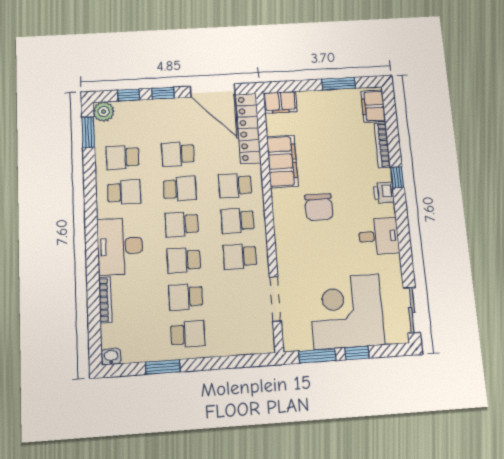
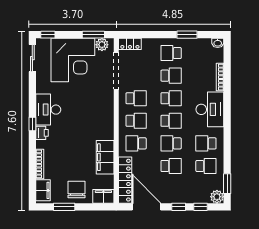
window: (397, 177) -> (32, 124), moved
school desk: (235, 185) -> (136, 143), turned 180
chair: (319, 207) -> (77, 189), moved
desk: (379, 236) -> (48, 110), width x1.37
doorway: (275, 299) -> (116, 71), width x1.36
plant: (302, 340) -> (102, 45), added
locker: (256, 345) -> (130, 44), added
window: (357, 353) -> (48, 35), moved

